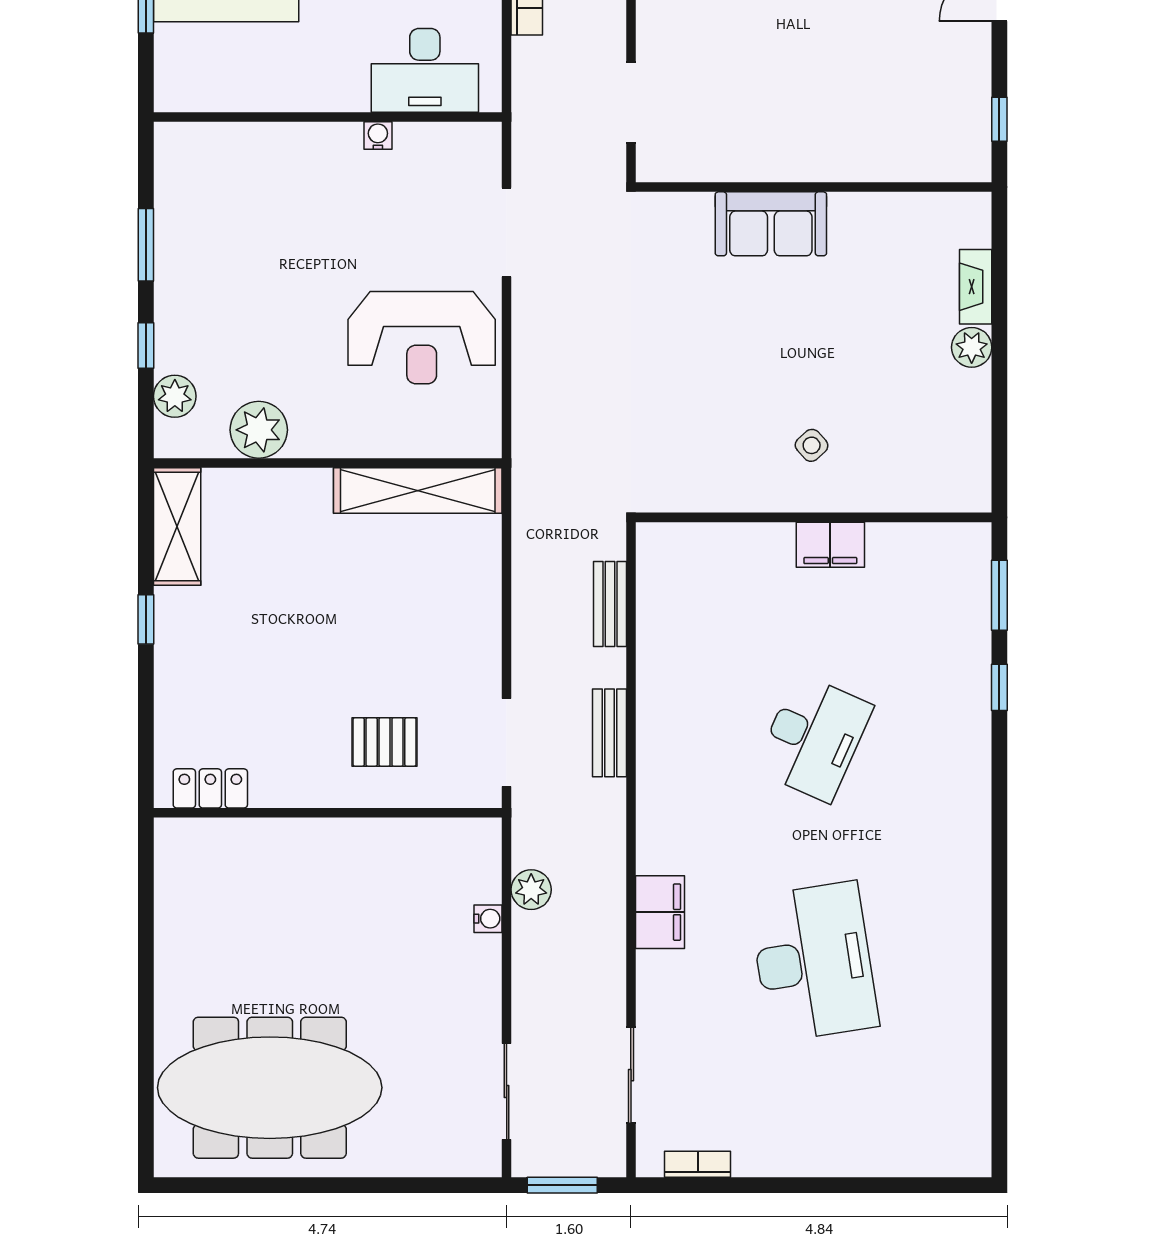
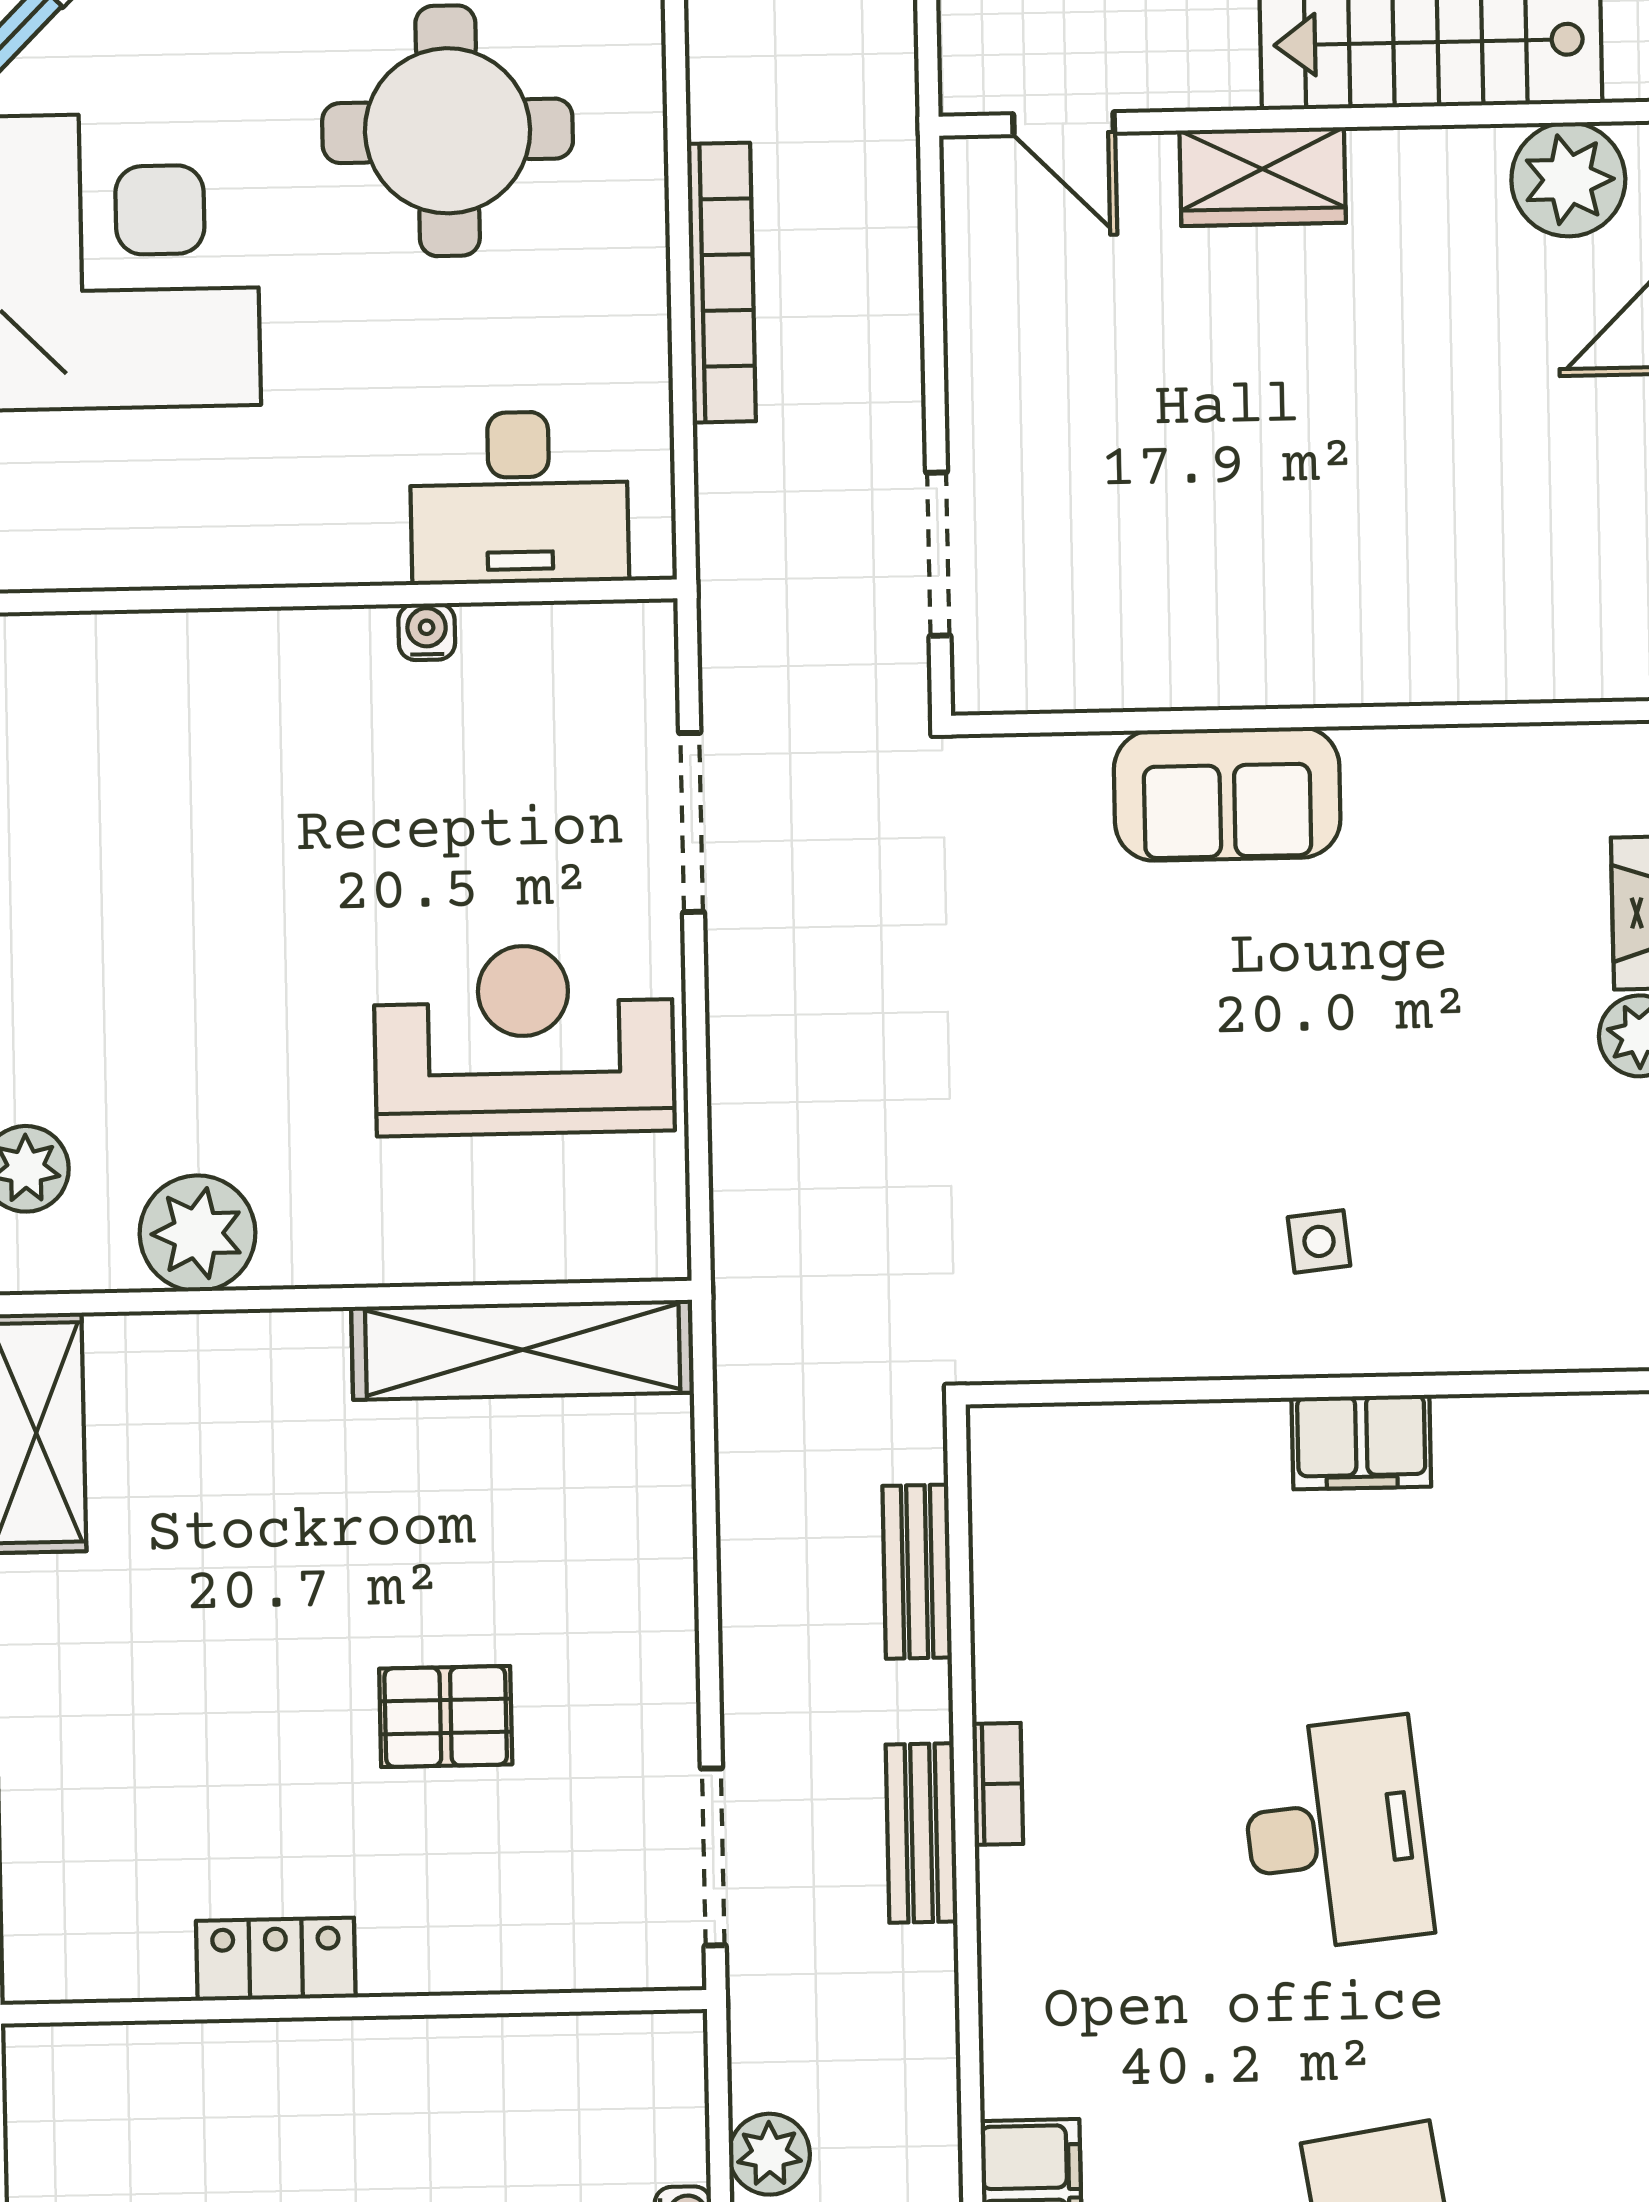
reception desk: (422, 338) -> (524, 1040), turned 180
side table: (812, 445) -> (1319, 1241), turned 36
bookcase: (648, 709) -> (998, 1784), added
desk: (814, 738) -> (1336, 1834), turned -30
pallet: (385, 742) -> (446, 1717), moved
locker: (210, 788) -> (276, 1959), moved

